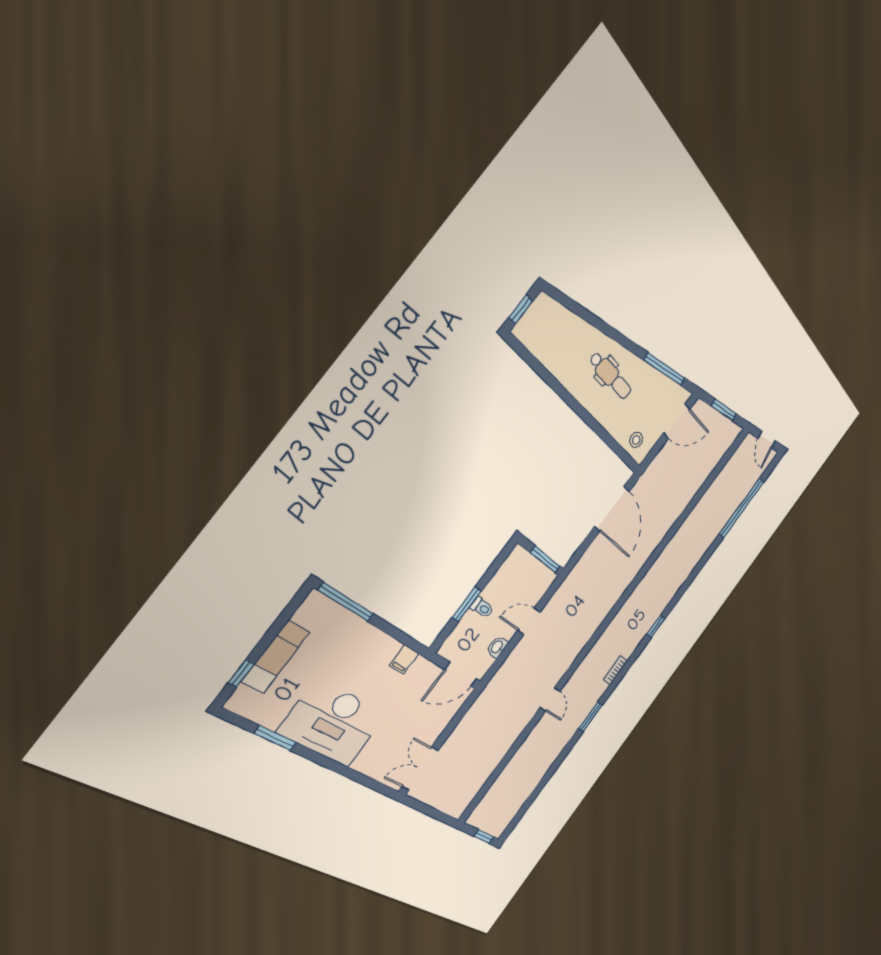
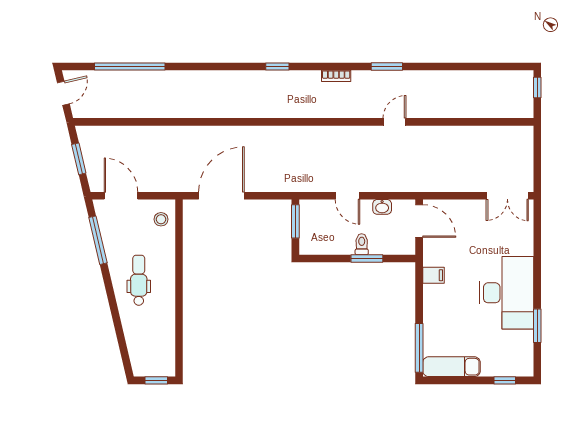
exam couch: (276, 657) -> (451, 367), moved

